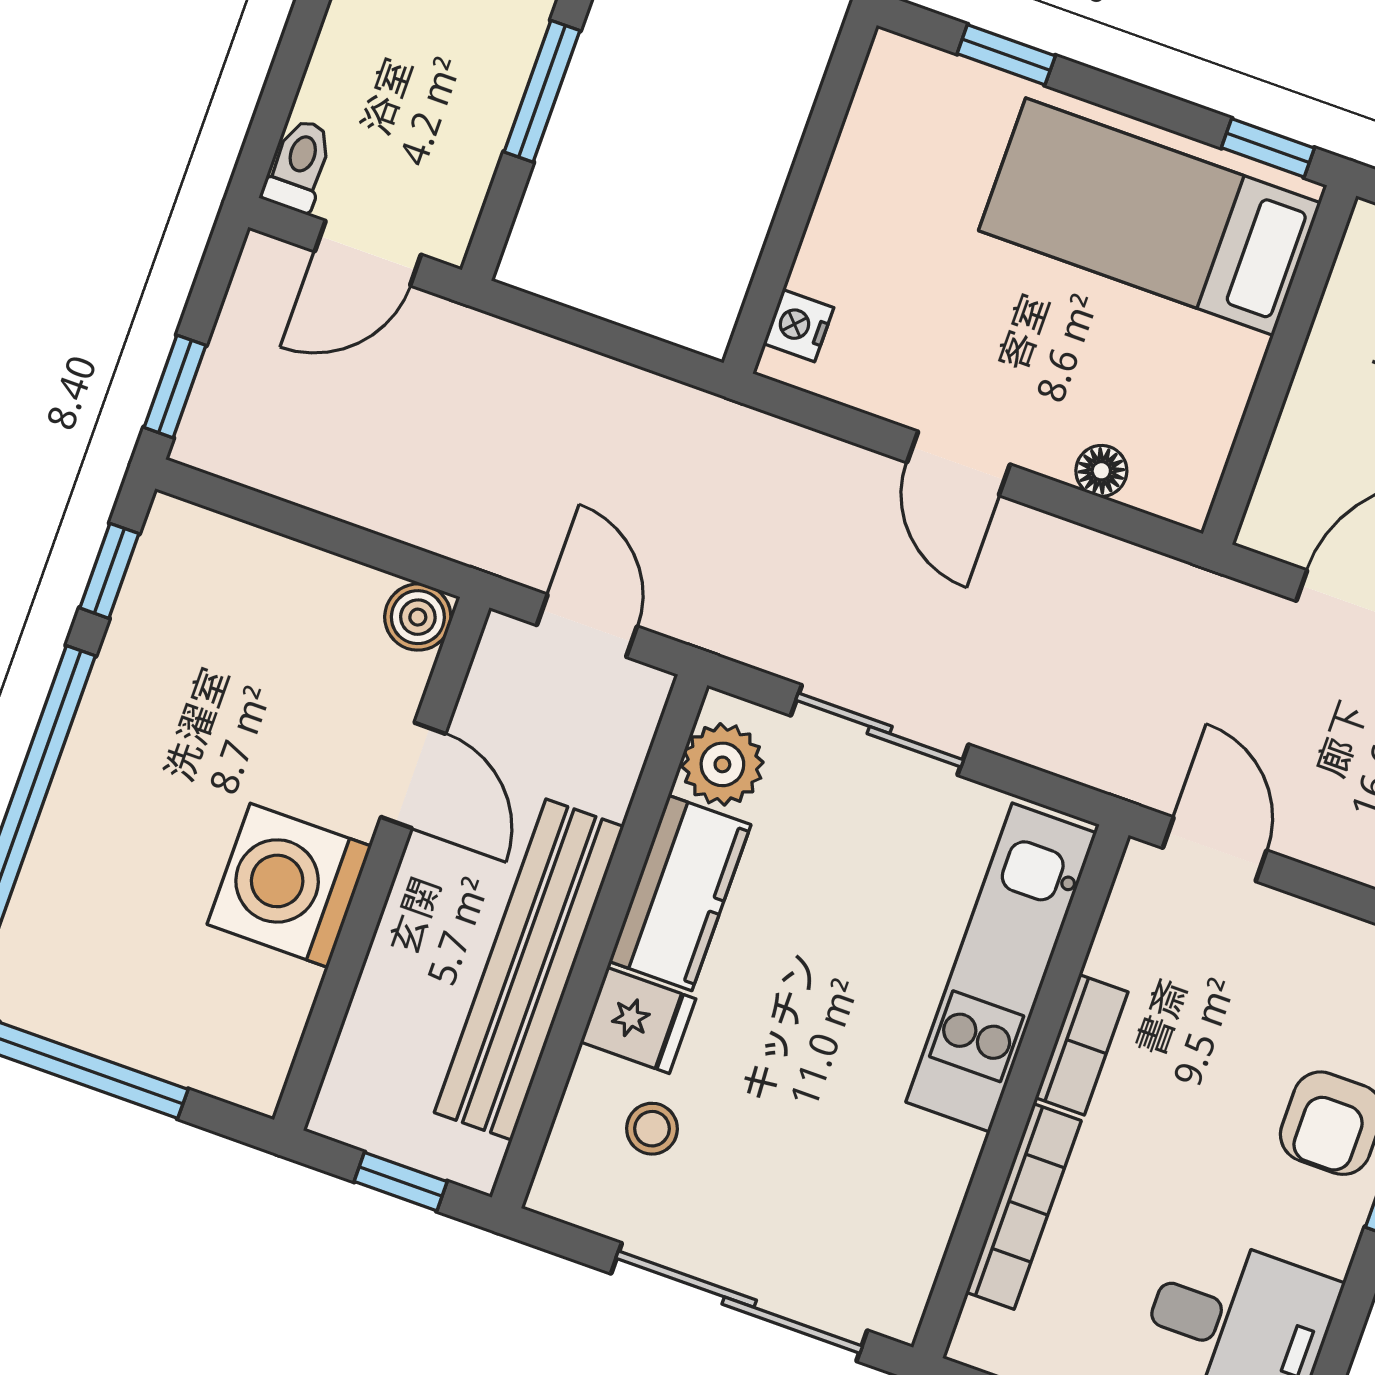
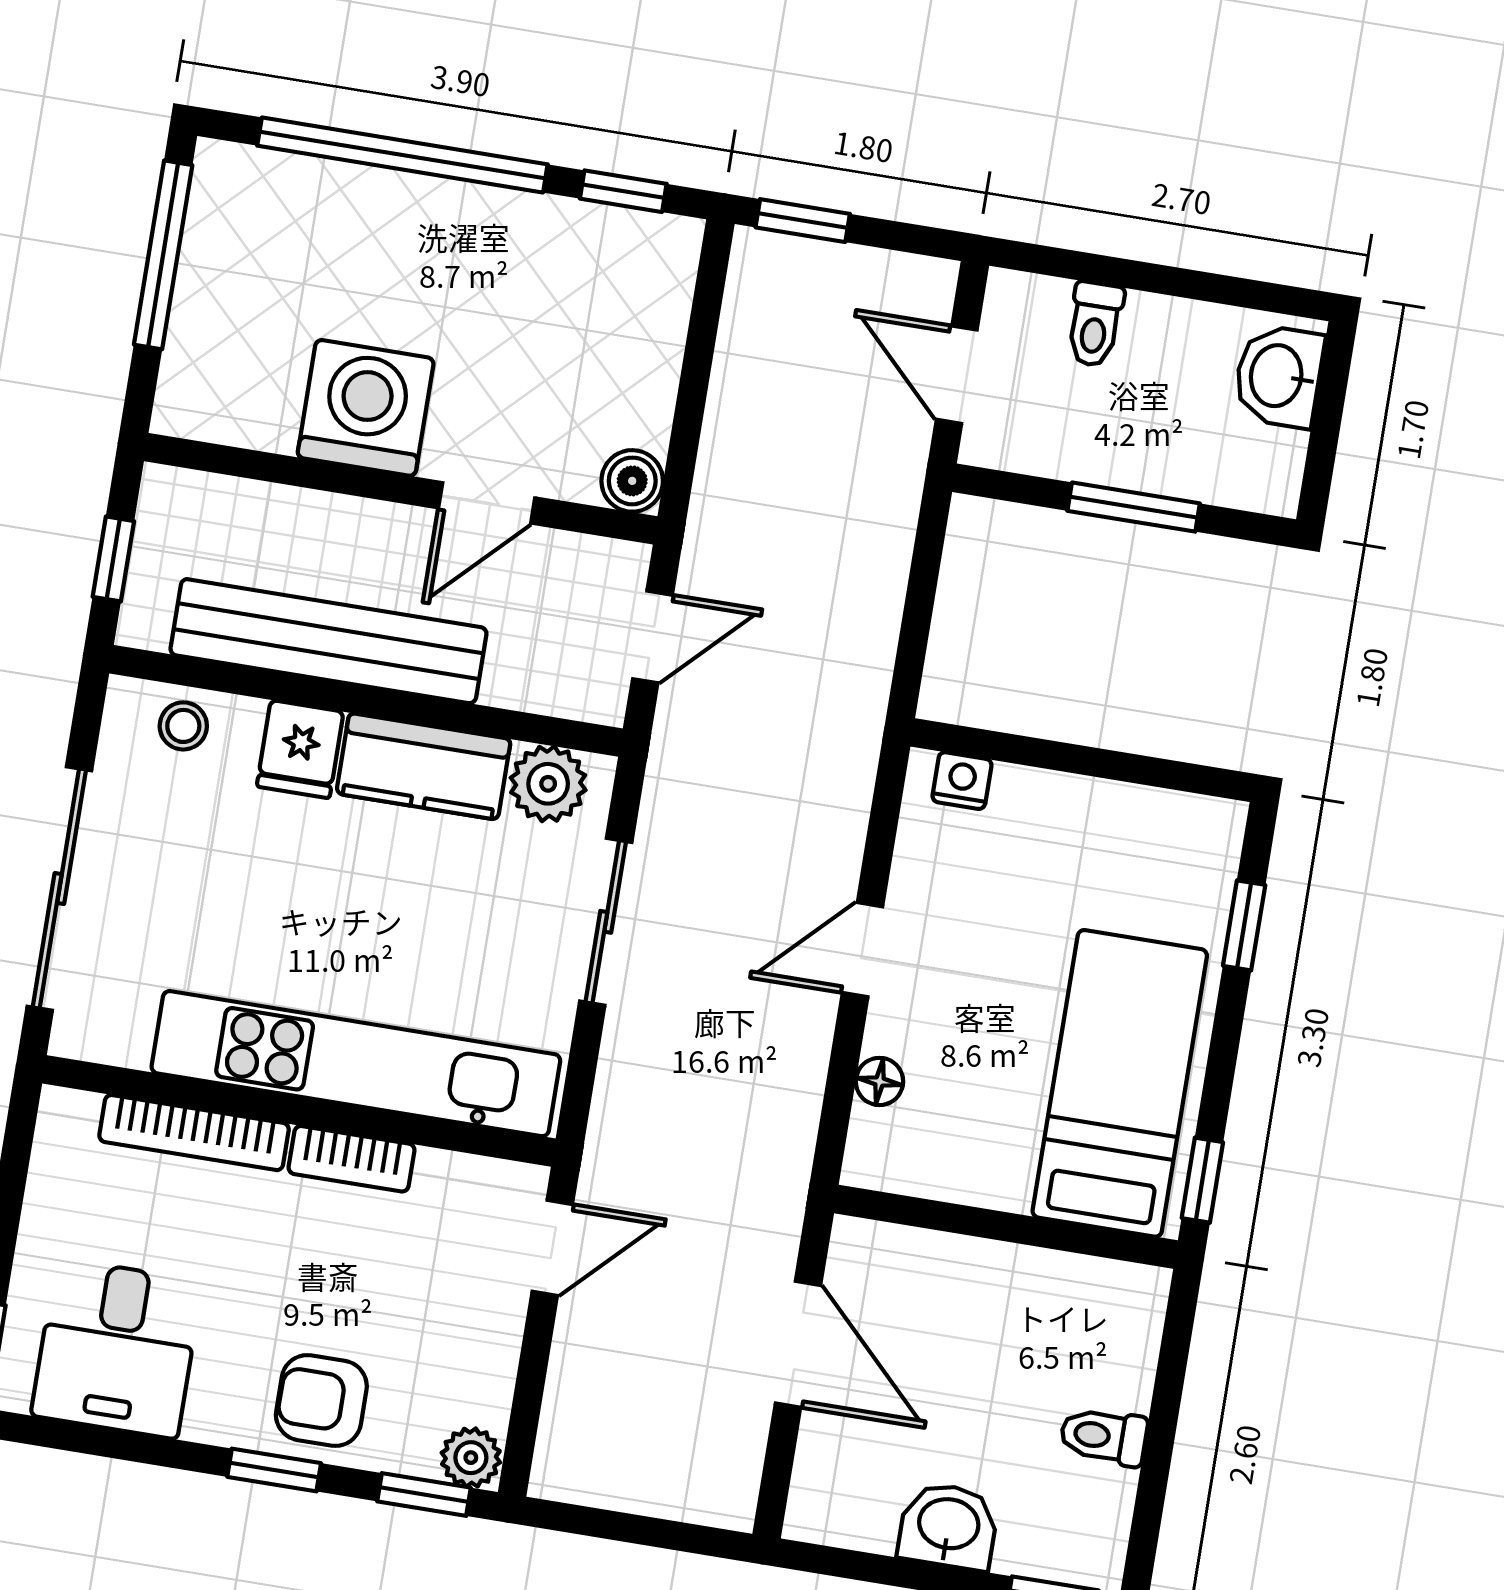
toilet: (299, 165) -> (1095, 324), moved, turned 90
kitchen unit: (1001, 967) -> (356, 1064), width x1.36
stool: (652, 1129) -> (183, 726), moved

